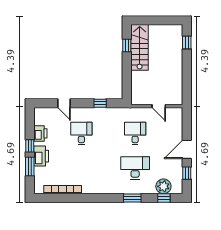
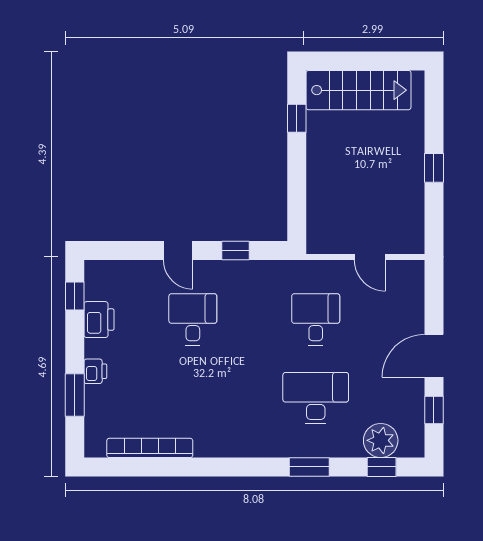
window: (187, 42) -> (434, 168), moved
stairs: (140, 47) -> (359, 90), moved, turned 90
door: (64, 103) -> (178, 250), moved
window: (30, 146) -> (75, 296), moved
printer: (41, 156) -> (95, 371), width x0.53, depth x0.68

